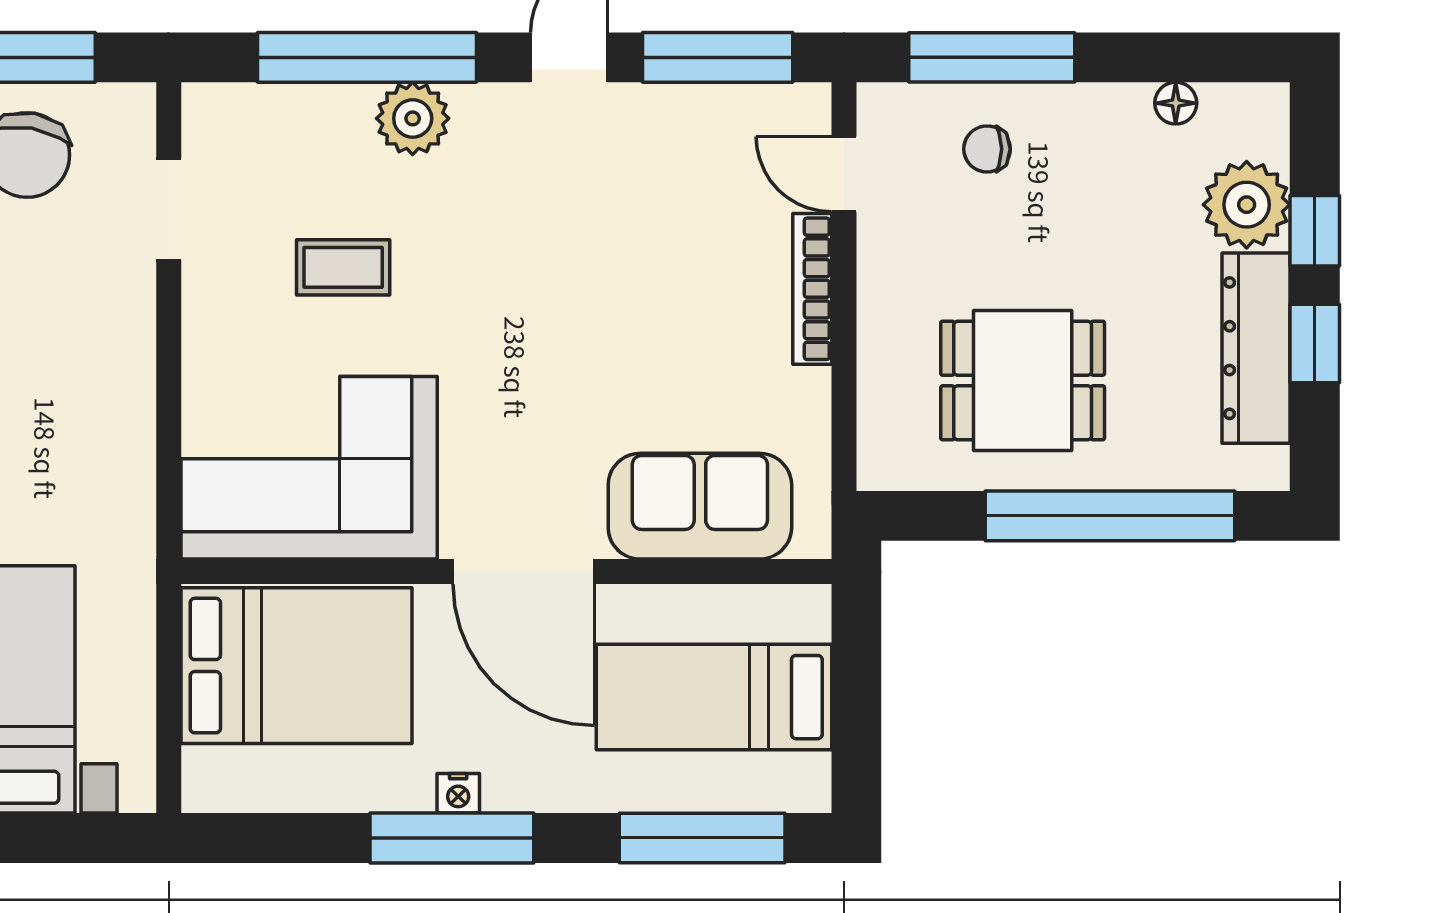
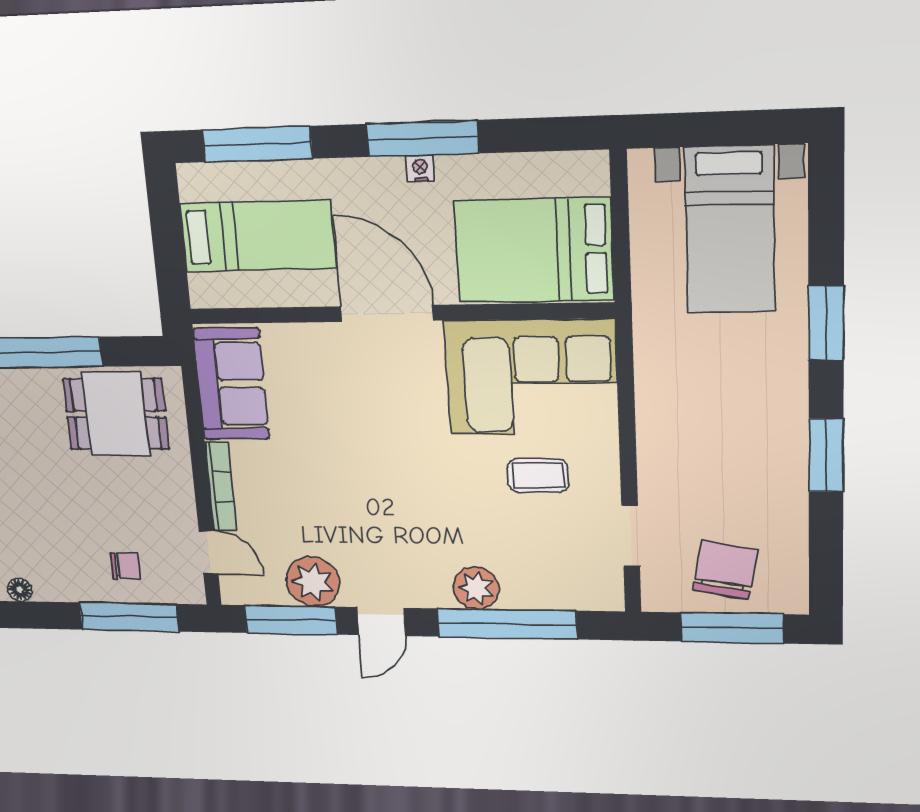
plant: (676, 126) -> (313, 582), added
coffee table: (343, 267) -> (538, 475), moved
dining table: (1023, 381) -> (116, 414), moved
sofa: (700, 506) -> (231, 384), moved, turned -90

